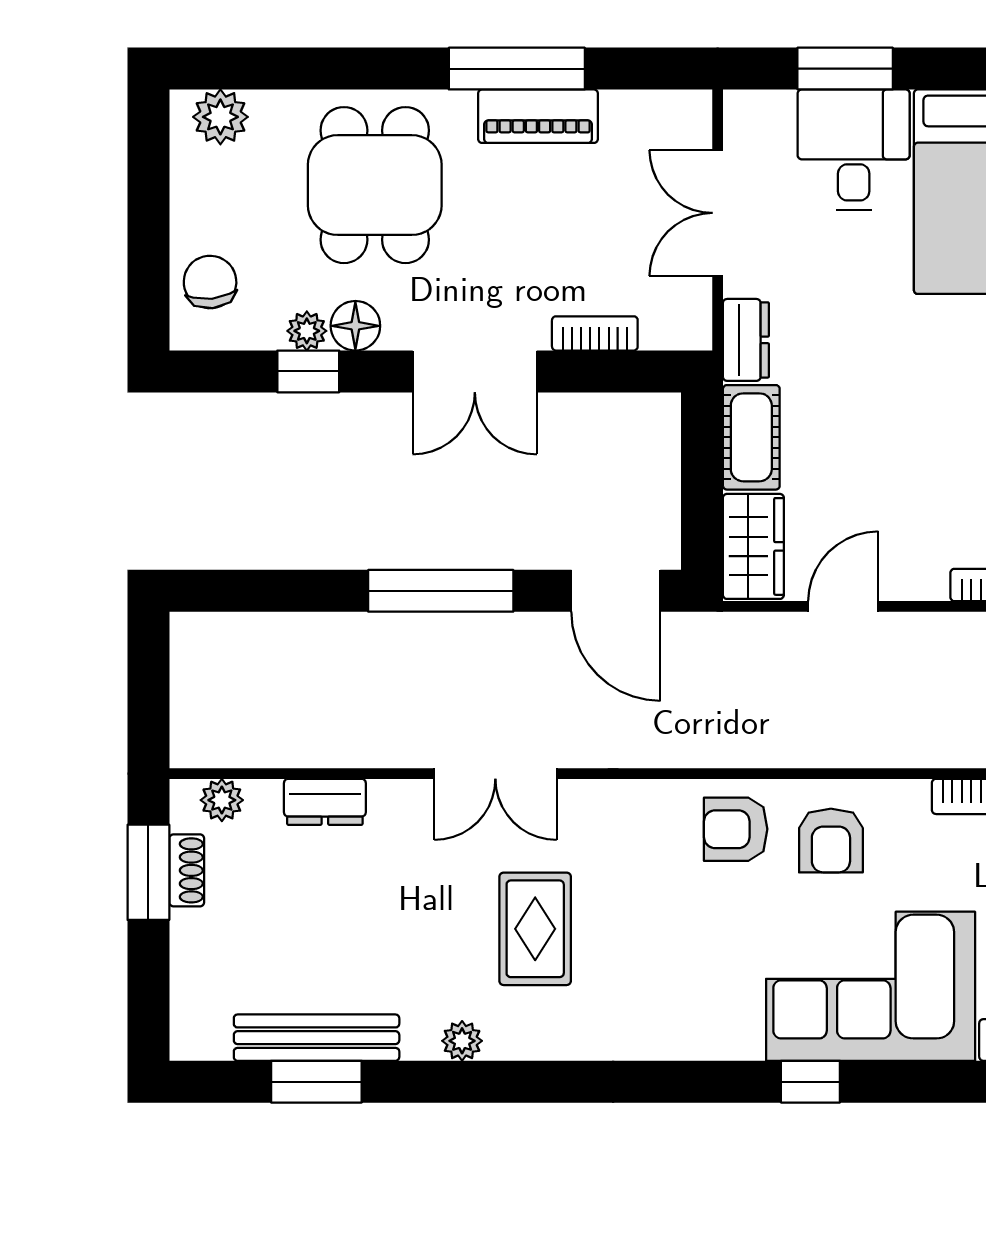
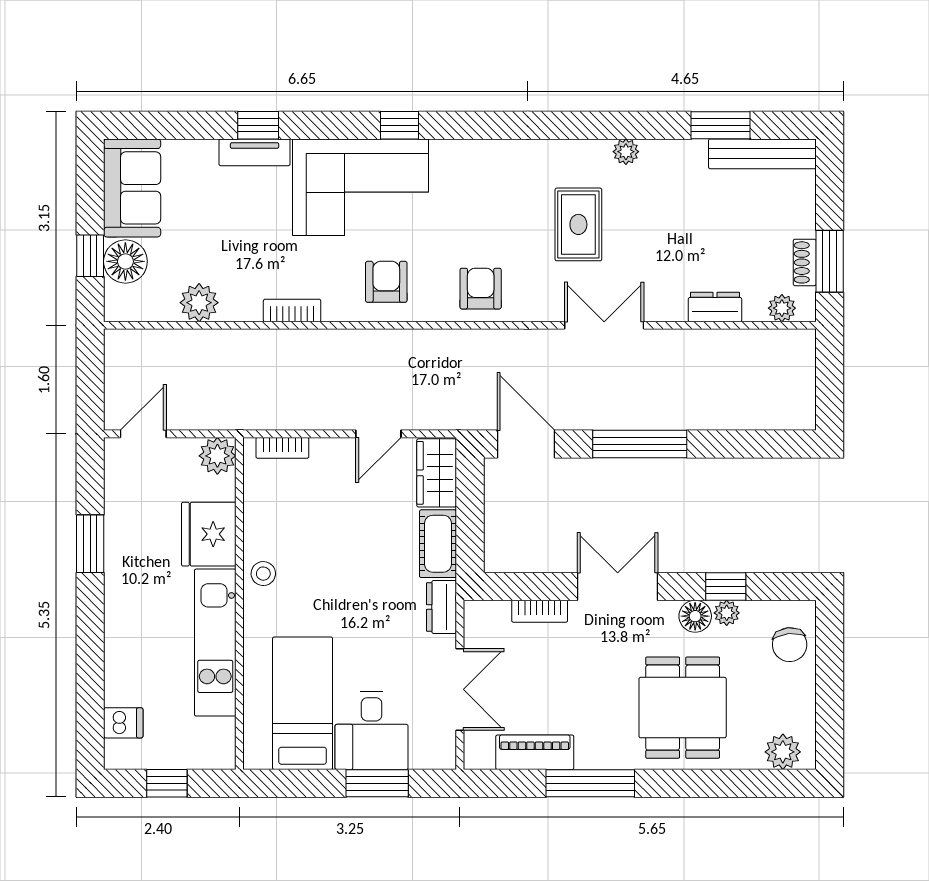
piano: (538, 116) -> (535, 752), moved
armchair: (736, 829) -> (481, 289), moved, turned -90
bench: (317, 1038) -> (762, 154), moved

